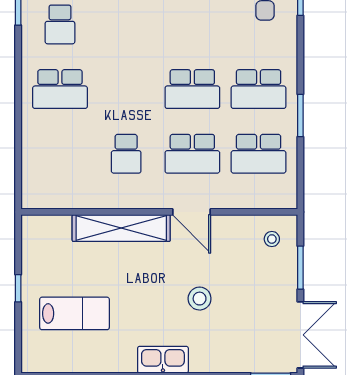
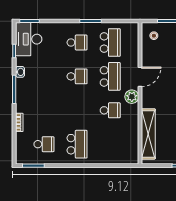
school desk: (192, 89) -> (77, 76), width x0.54
school desk: (259, 89) -> (77, 42), width x0.54
plant: (153, 196) -> (132, 97), added
shelving: (121, 228) -> (148, 134), moved

